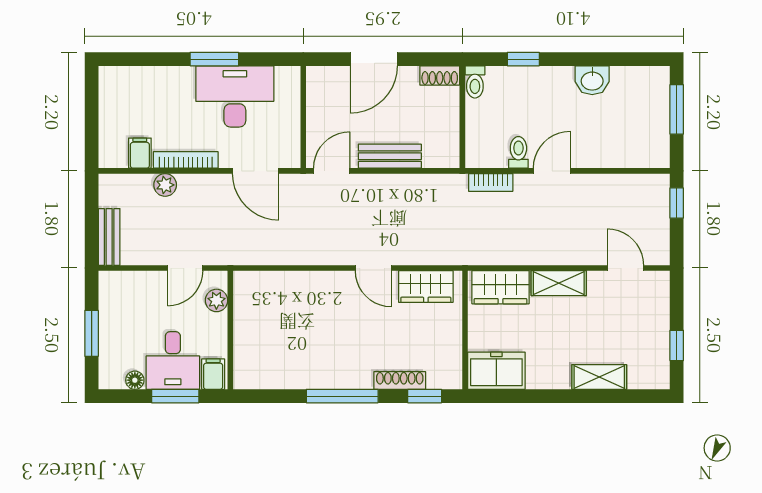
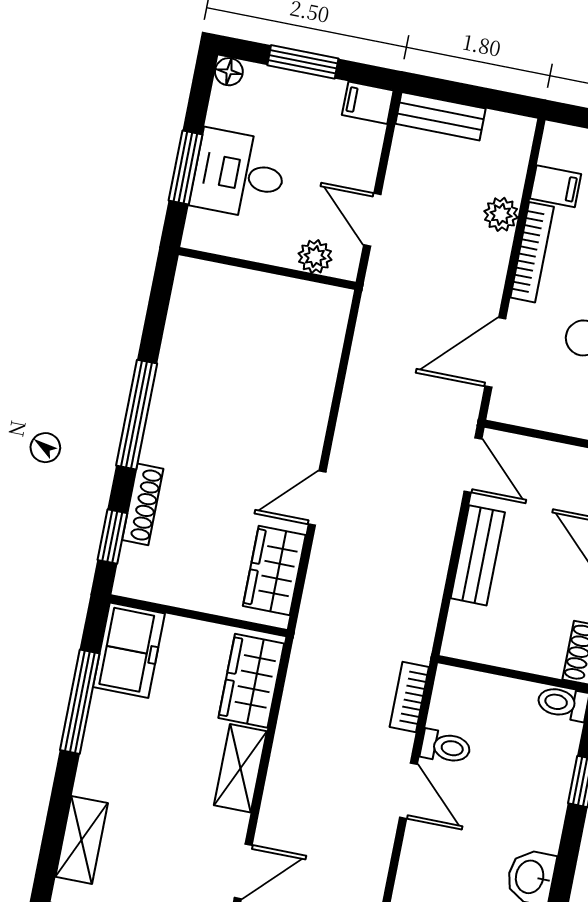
filing cabinet: (213, 374) -> (368, 103), moved, turned 180
shelving: (599, 377) -> (82, 840), moved
floor lamp: (135, 380) -> (229, 72), moved
window: (536, 396) -> (80, 702), added

